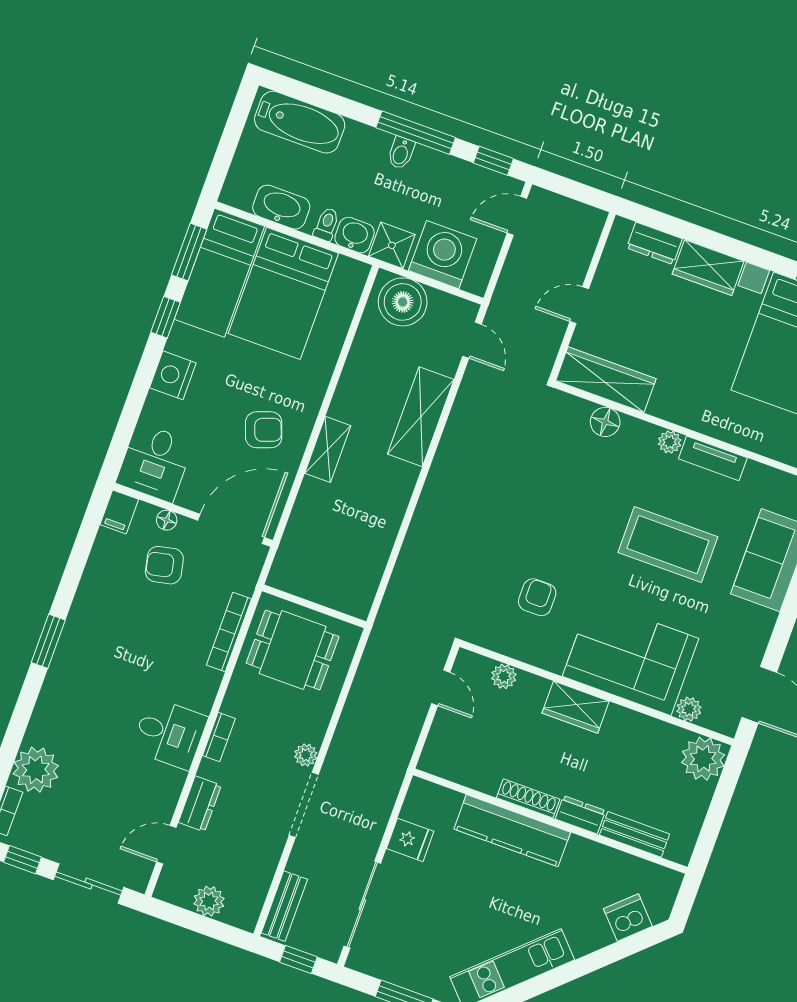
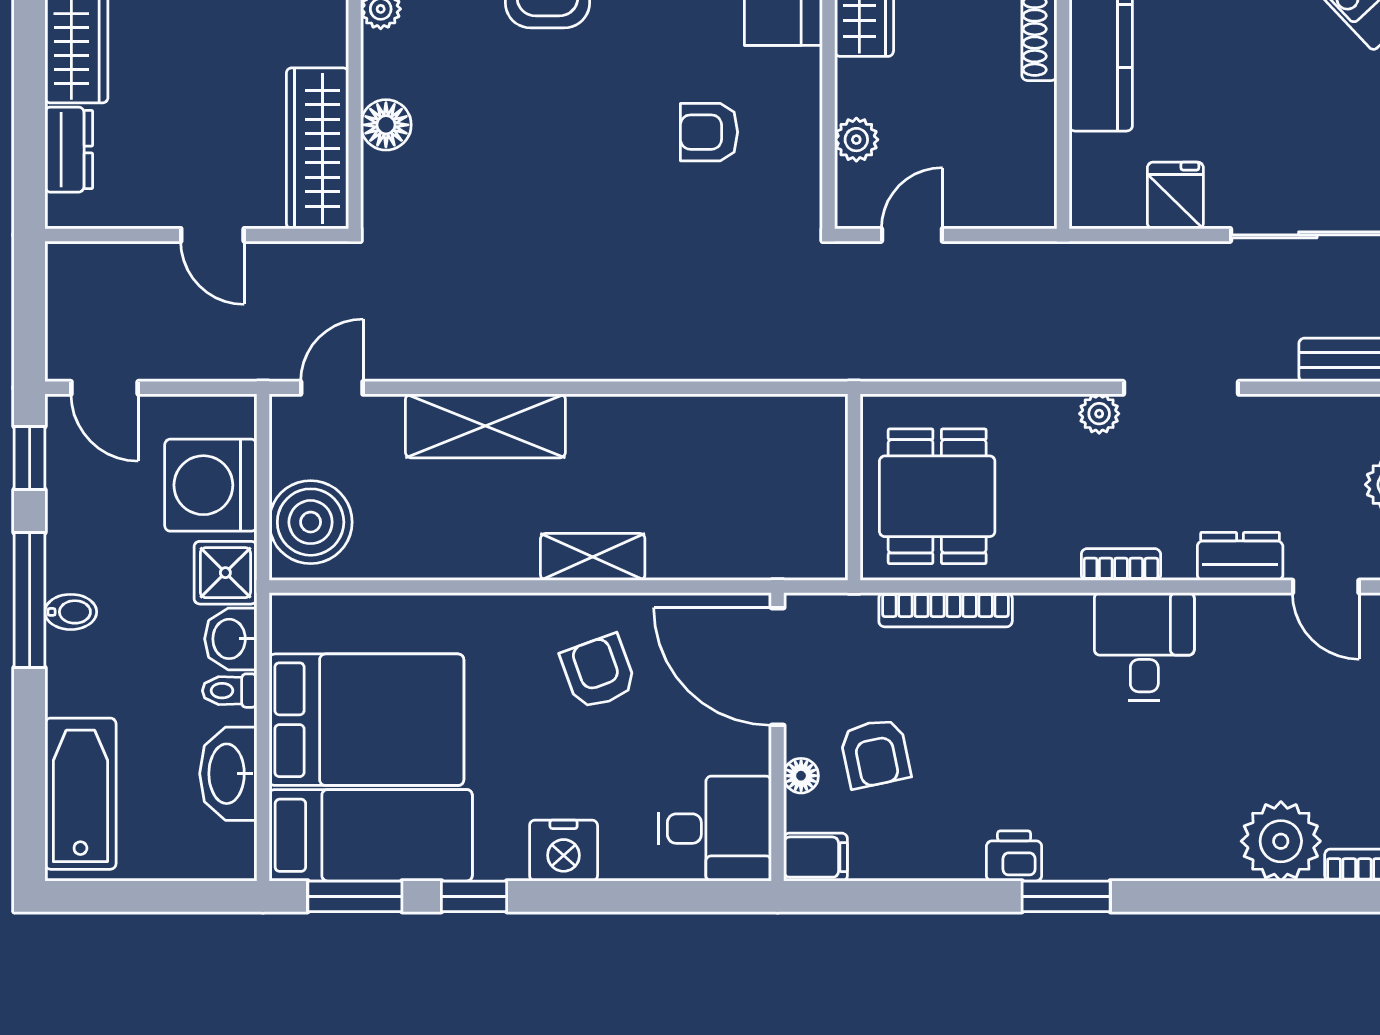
printer: (81, 621) -> (1014, 856), added

